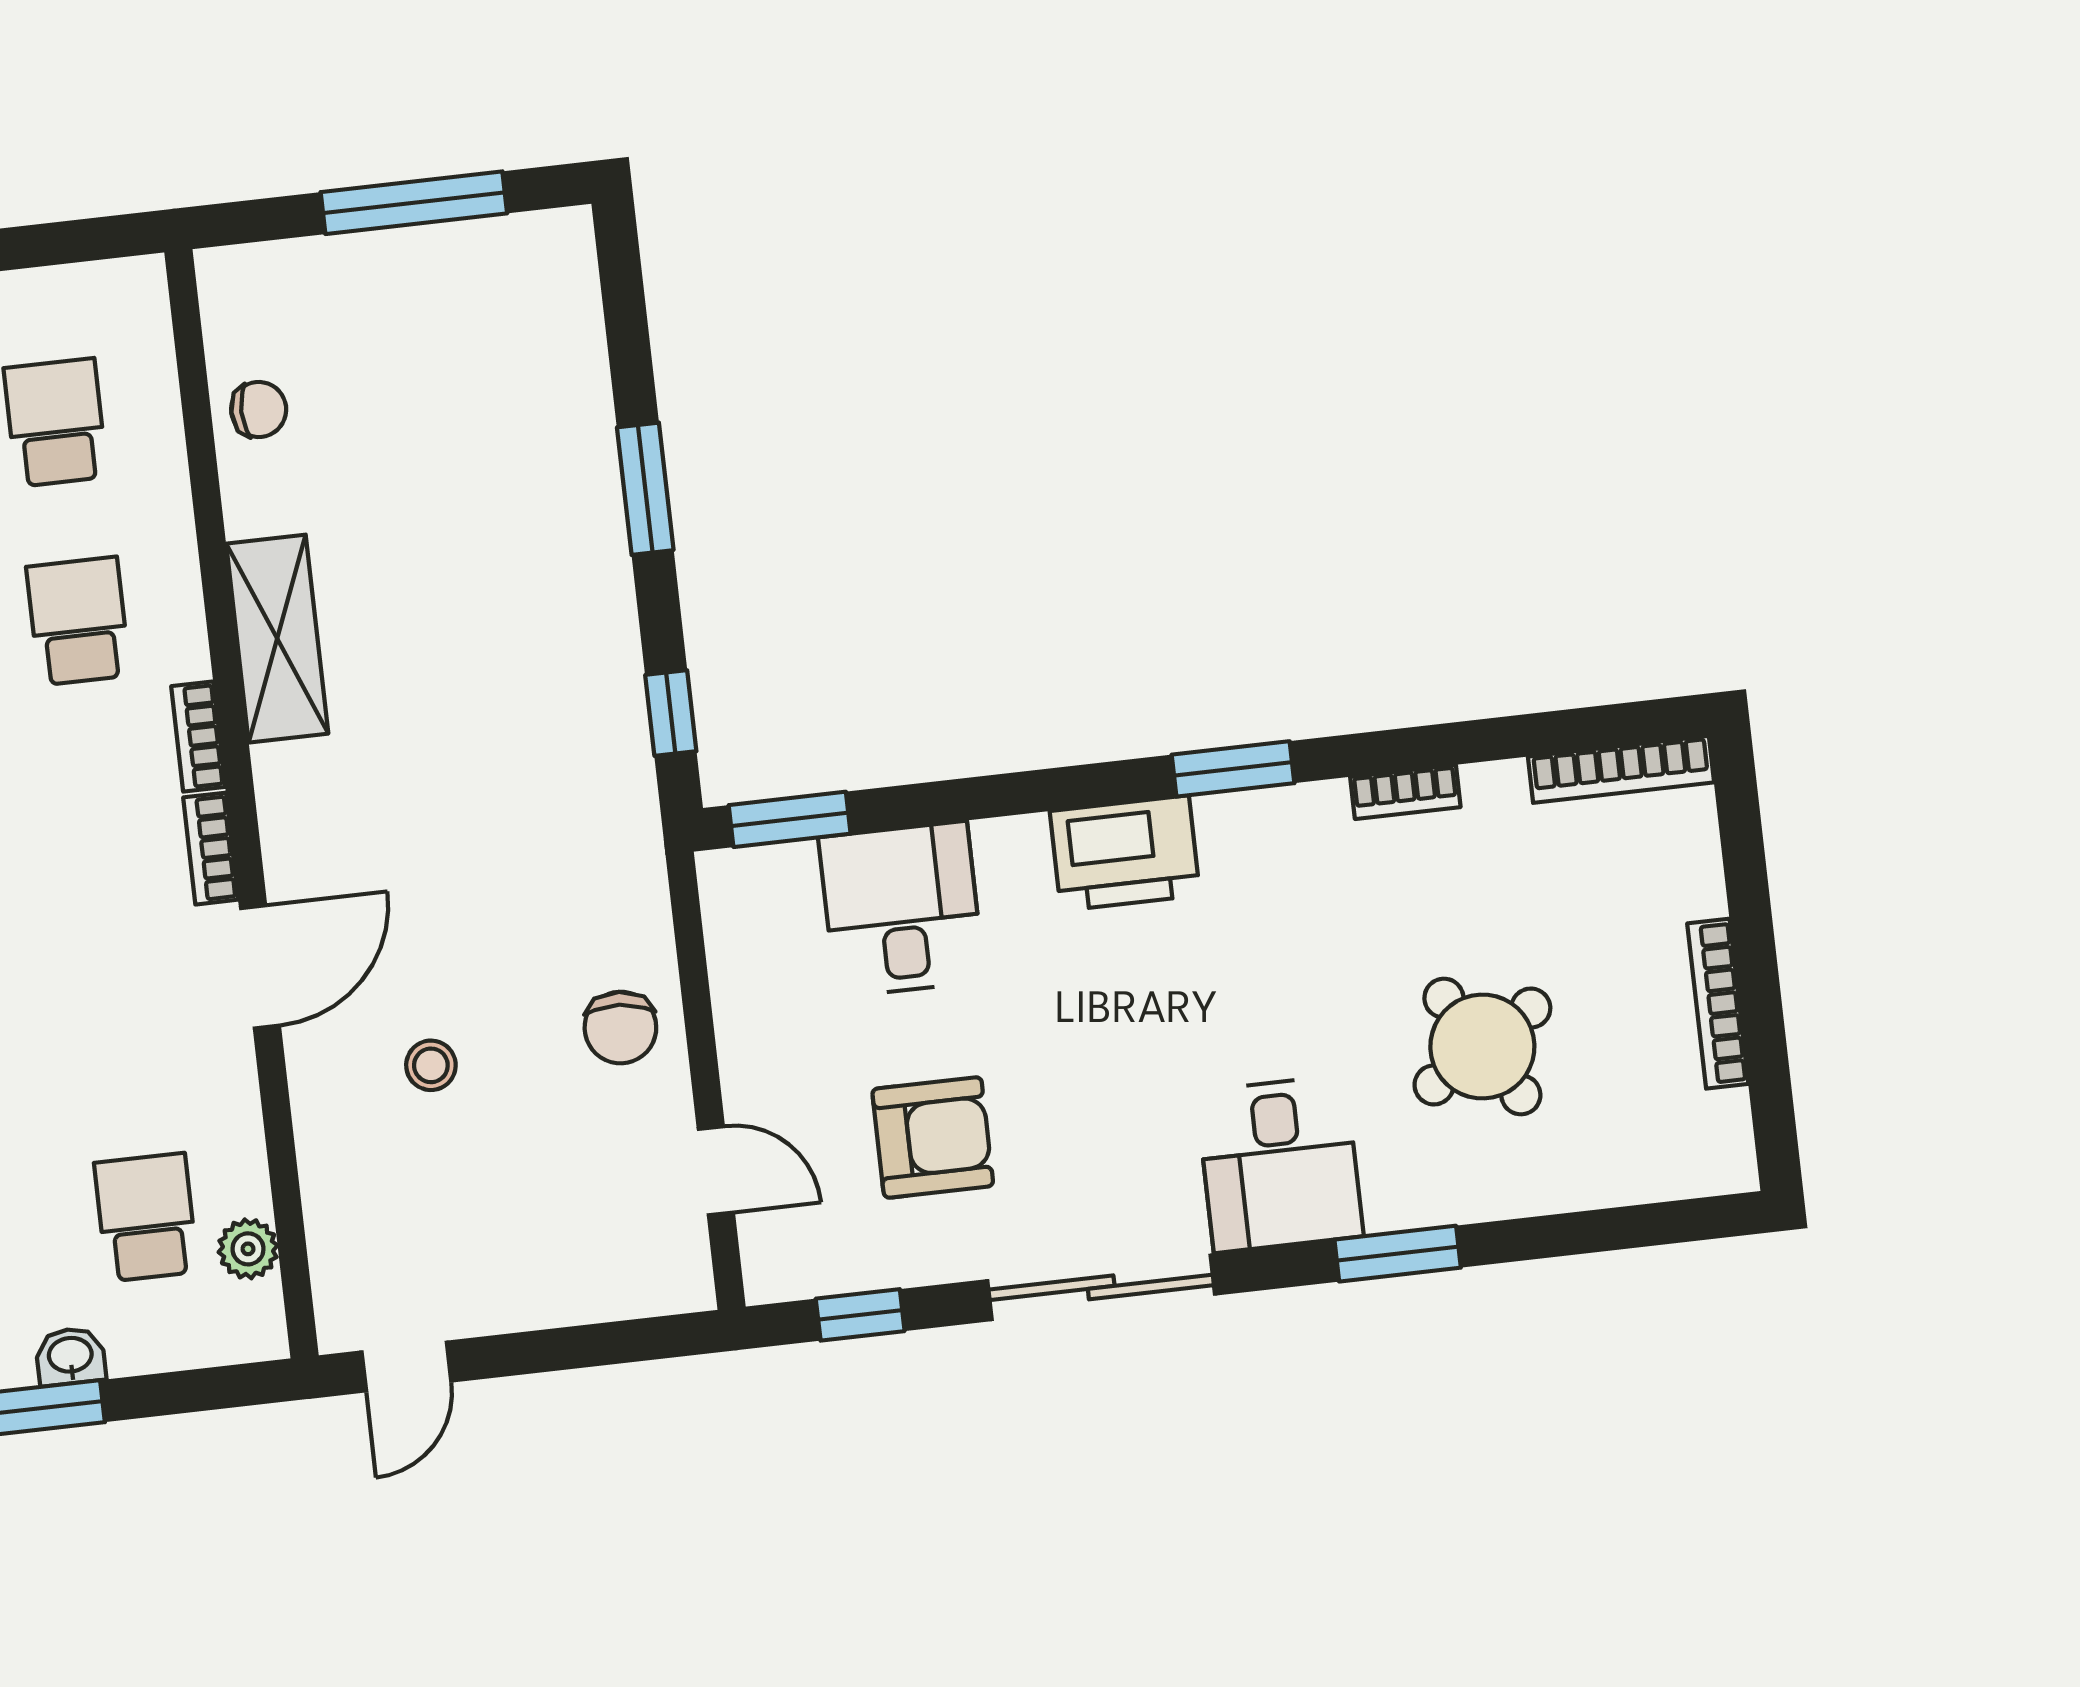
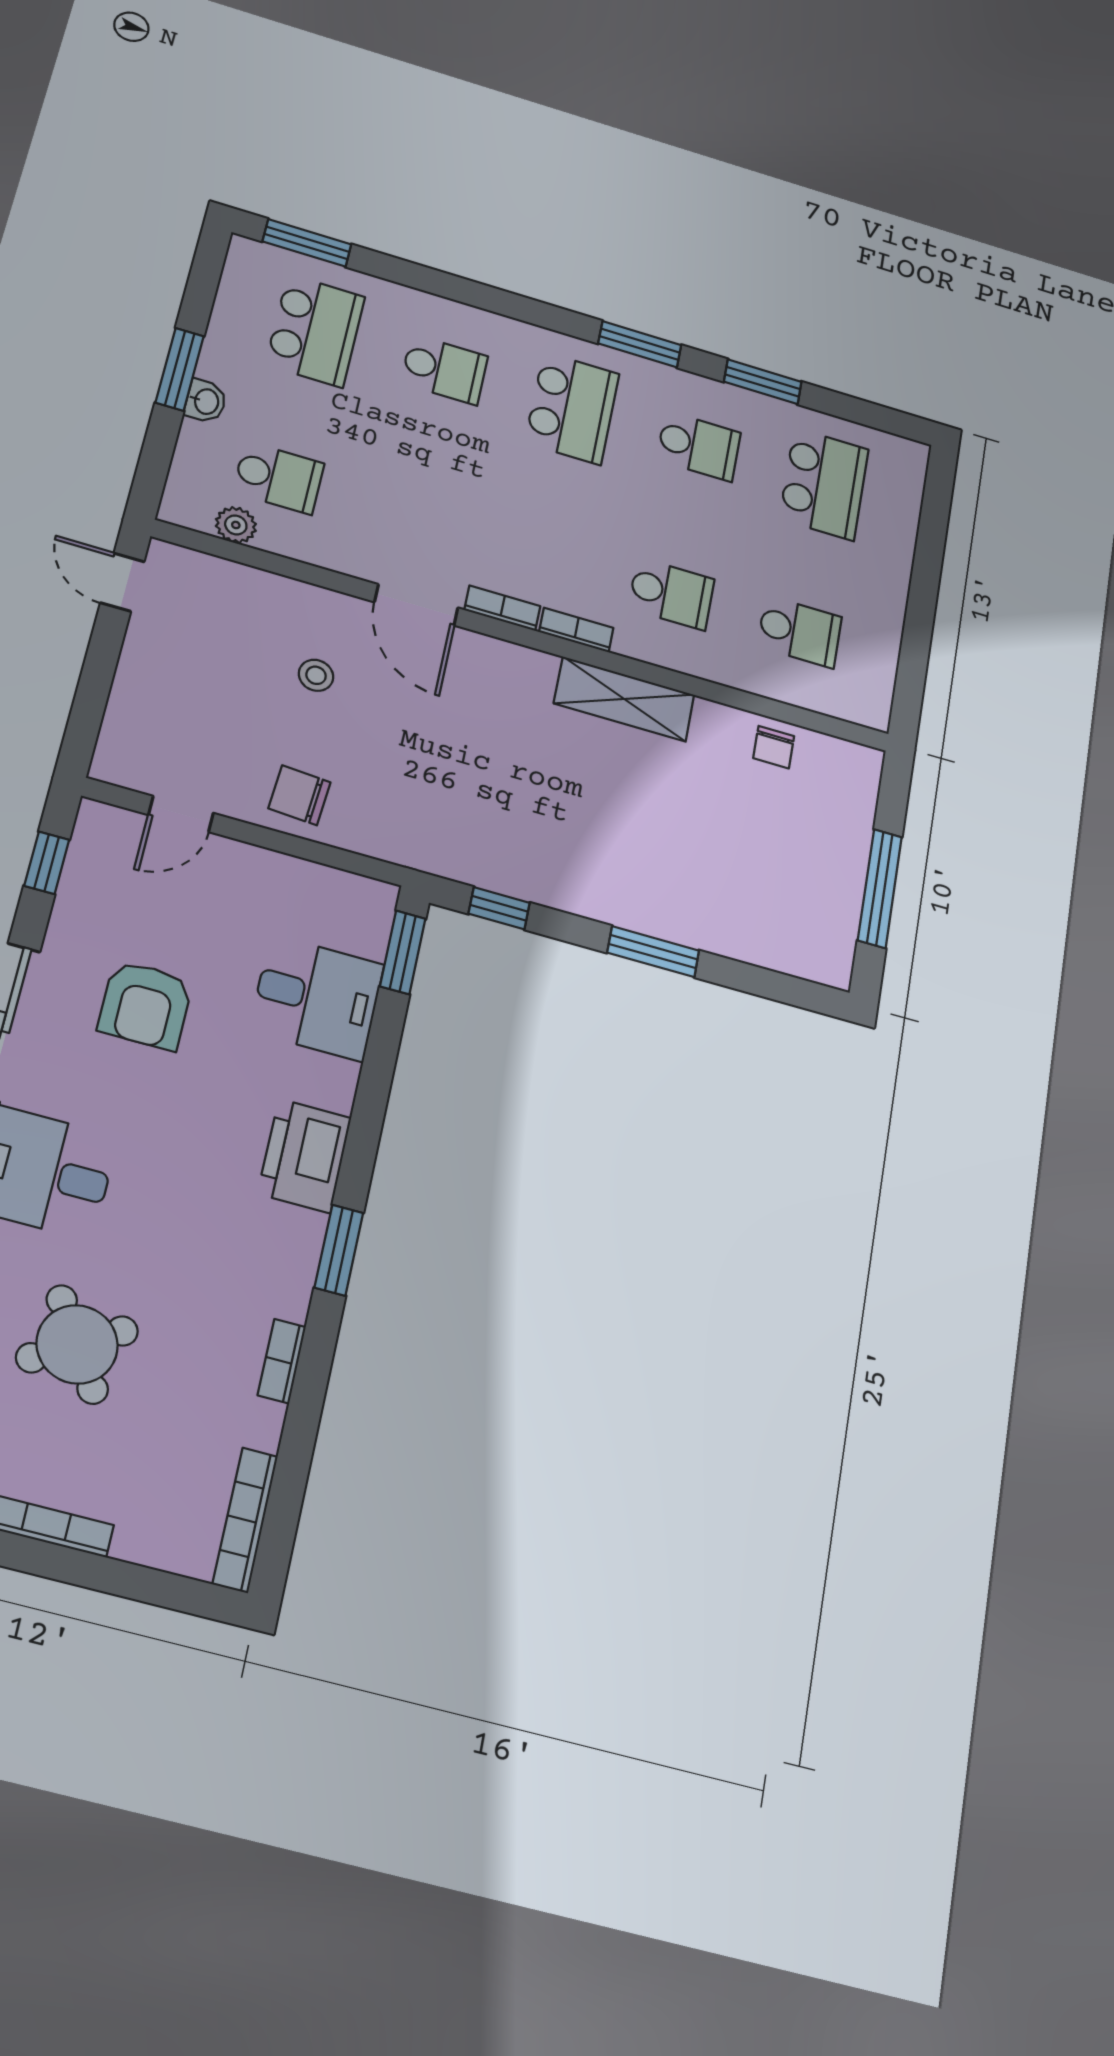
armchair: (933, 1137) -> (145, 1005), moved

